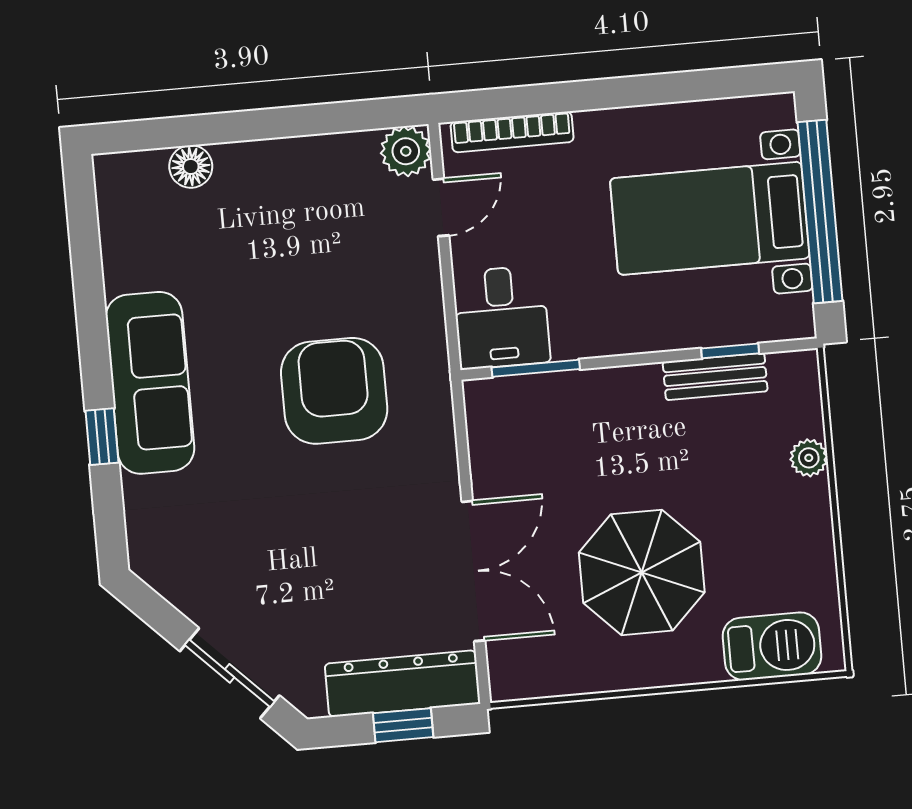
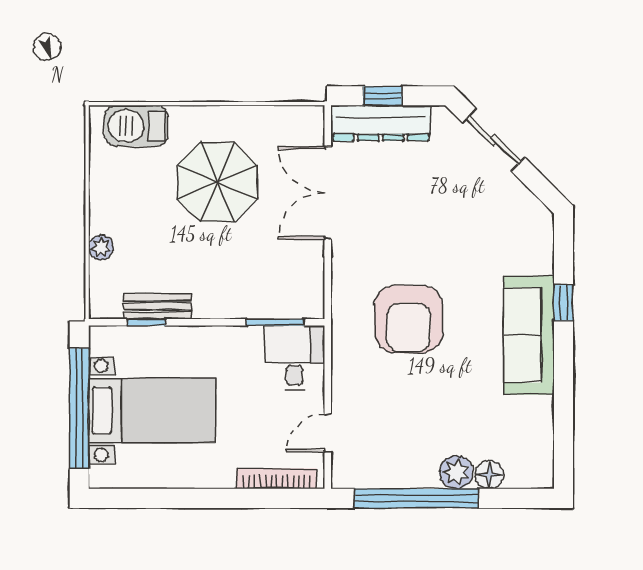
window: (298, 121) -> (416, 498), added
plant: (406, 151) -> (456, 472), moved

